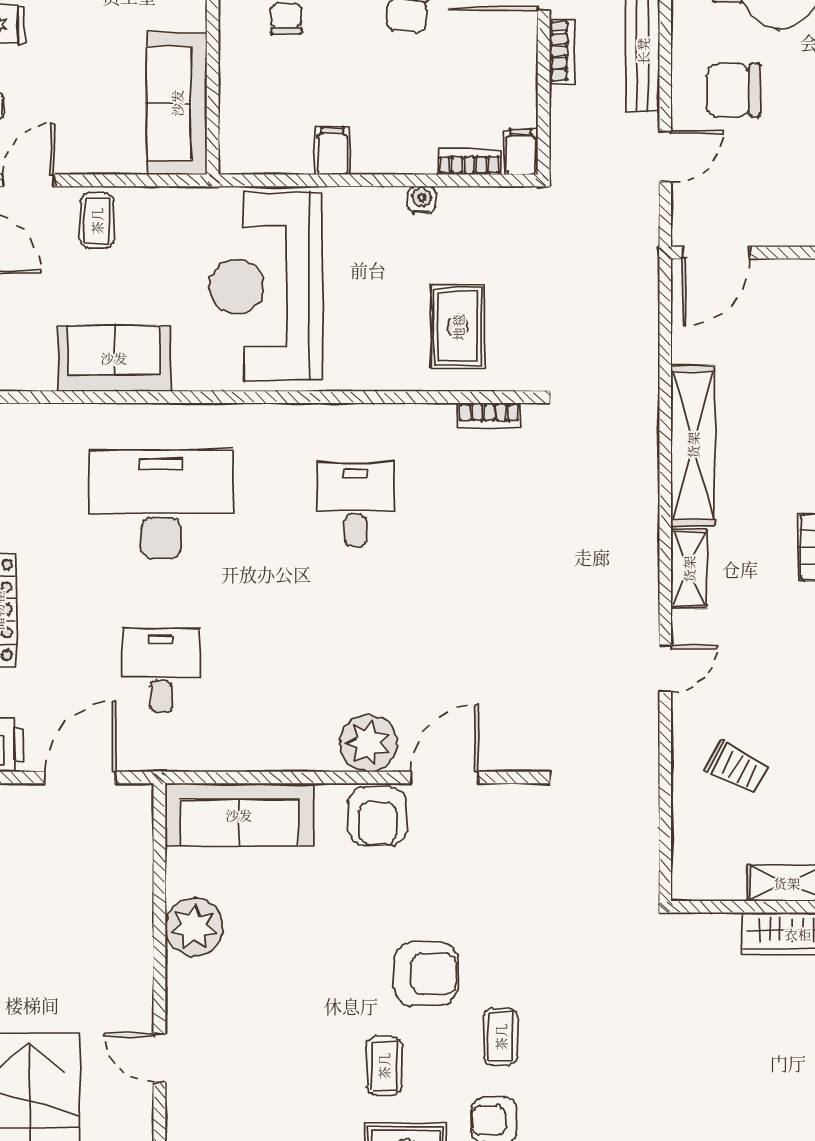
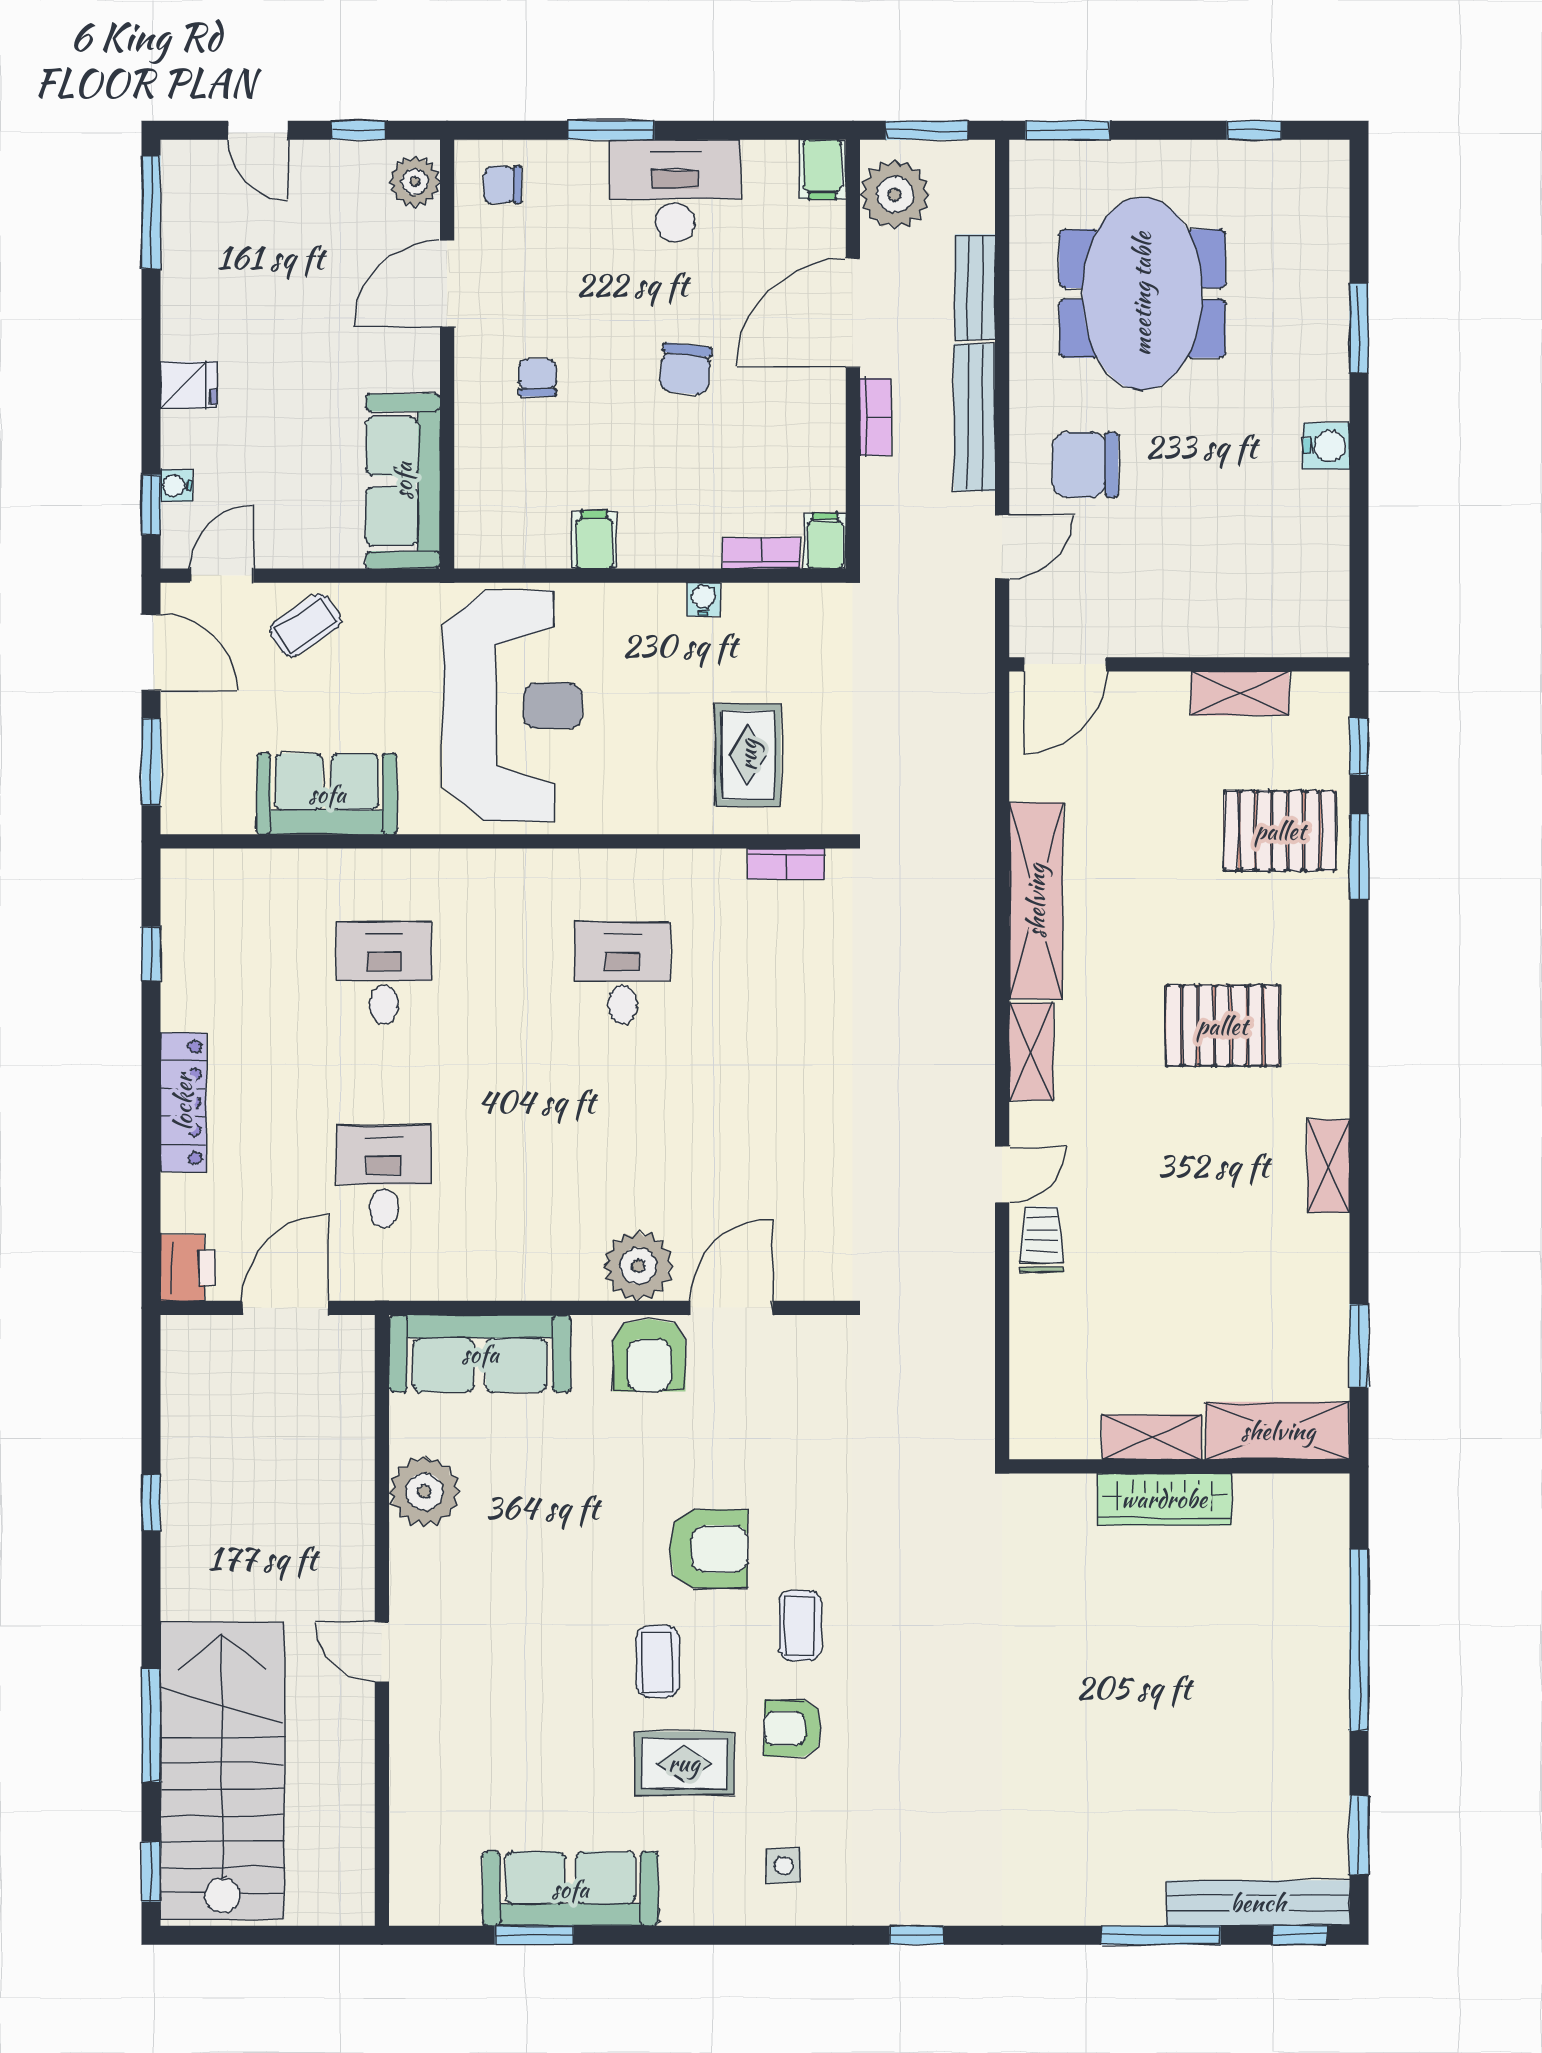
coffee table: (97, 221) -> (305, 625), turned 56
reception desk: (266, 286) -> (512, 706), turned 180
desk: (161, 504) -> (384, 973), width x0.53, depth x0.77
trolley: (736, 767) -> (1042, 1239), moved, turned -118

